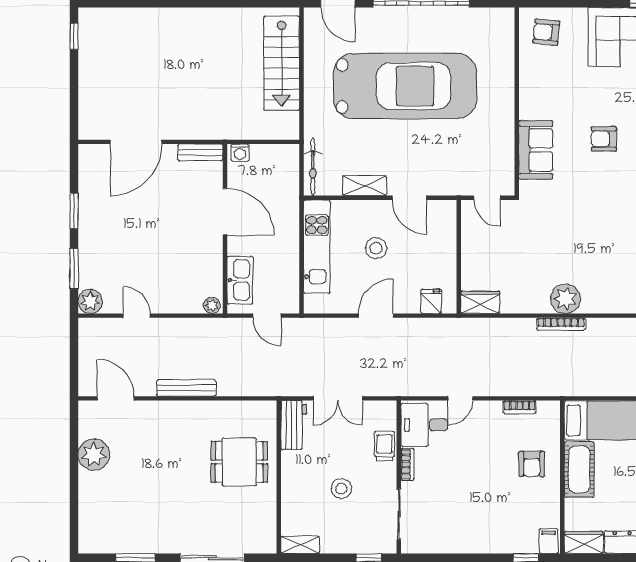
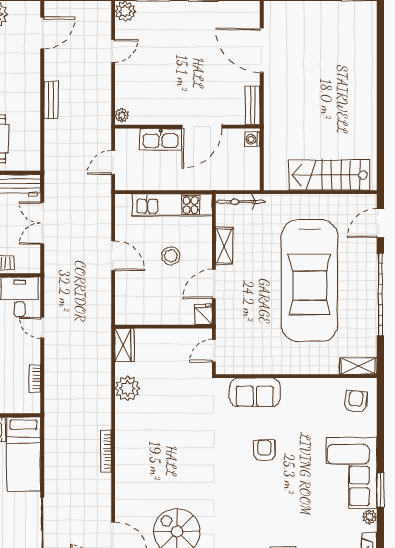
shelving: (505, 29) -> (358, 366), added
kitchen sink: (240, 280) -> (161, 139), moved
plant: (566, 299) -> (127, 388), moved
fridge: (431, 301) -> (203, 314), moved, turned -90
bookcase: (561, 324) -> (106, 451), moved
bench: (186, 388) -> (51, 100), width x0.73

